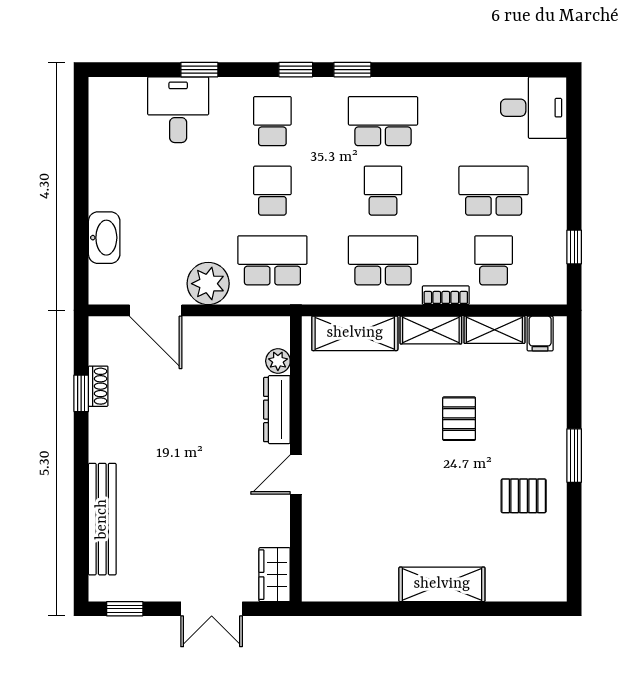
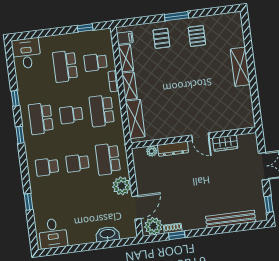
window: (296, 70) -> (15, 98), moved
desk: (178, 110) -> (53, 233), moved, turned -90
plant: (109, 343) -> (153, 226), added
pallet: (459, 419) -> (161, 38), moved, turned 90
wardrobe: (275, 575) -> (225, 143), moved

